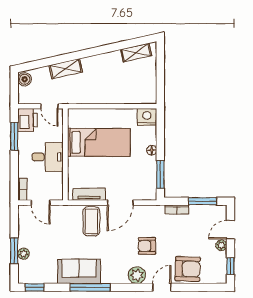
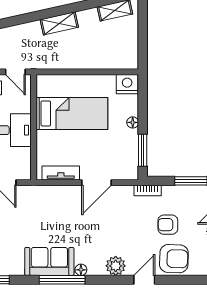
shelving: (66, 69) -> (59, 23), moved
bookcase: (177, 210) -> (148, 190), moved
coffee table: (91, 221) -> (64, 204), removed
armchair: (147, 246) -> (168, 225), moved
floor lamp: (107, 279) -> (81, 270), added

